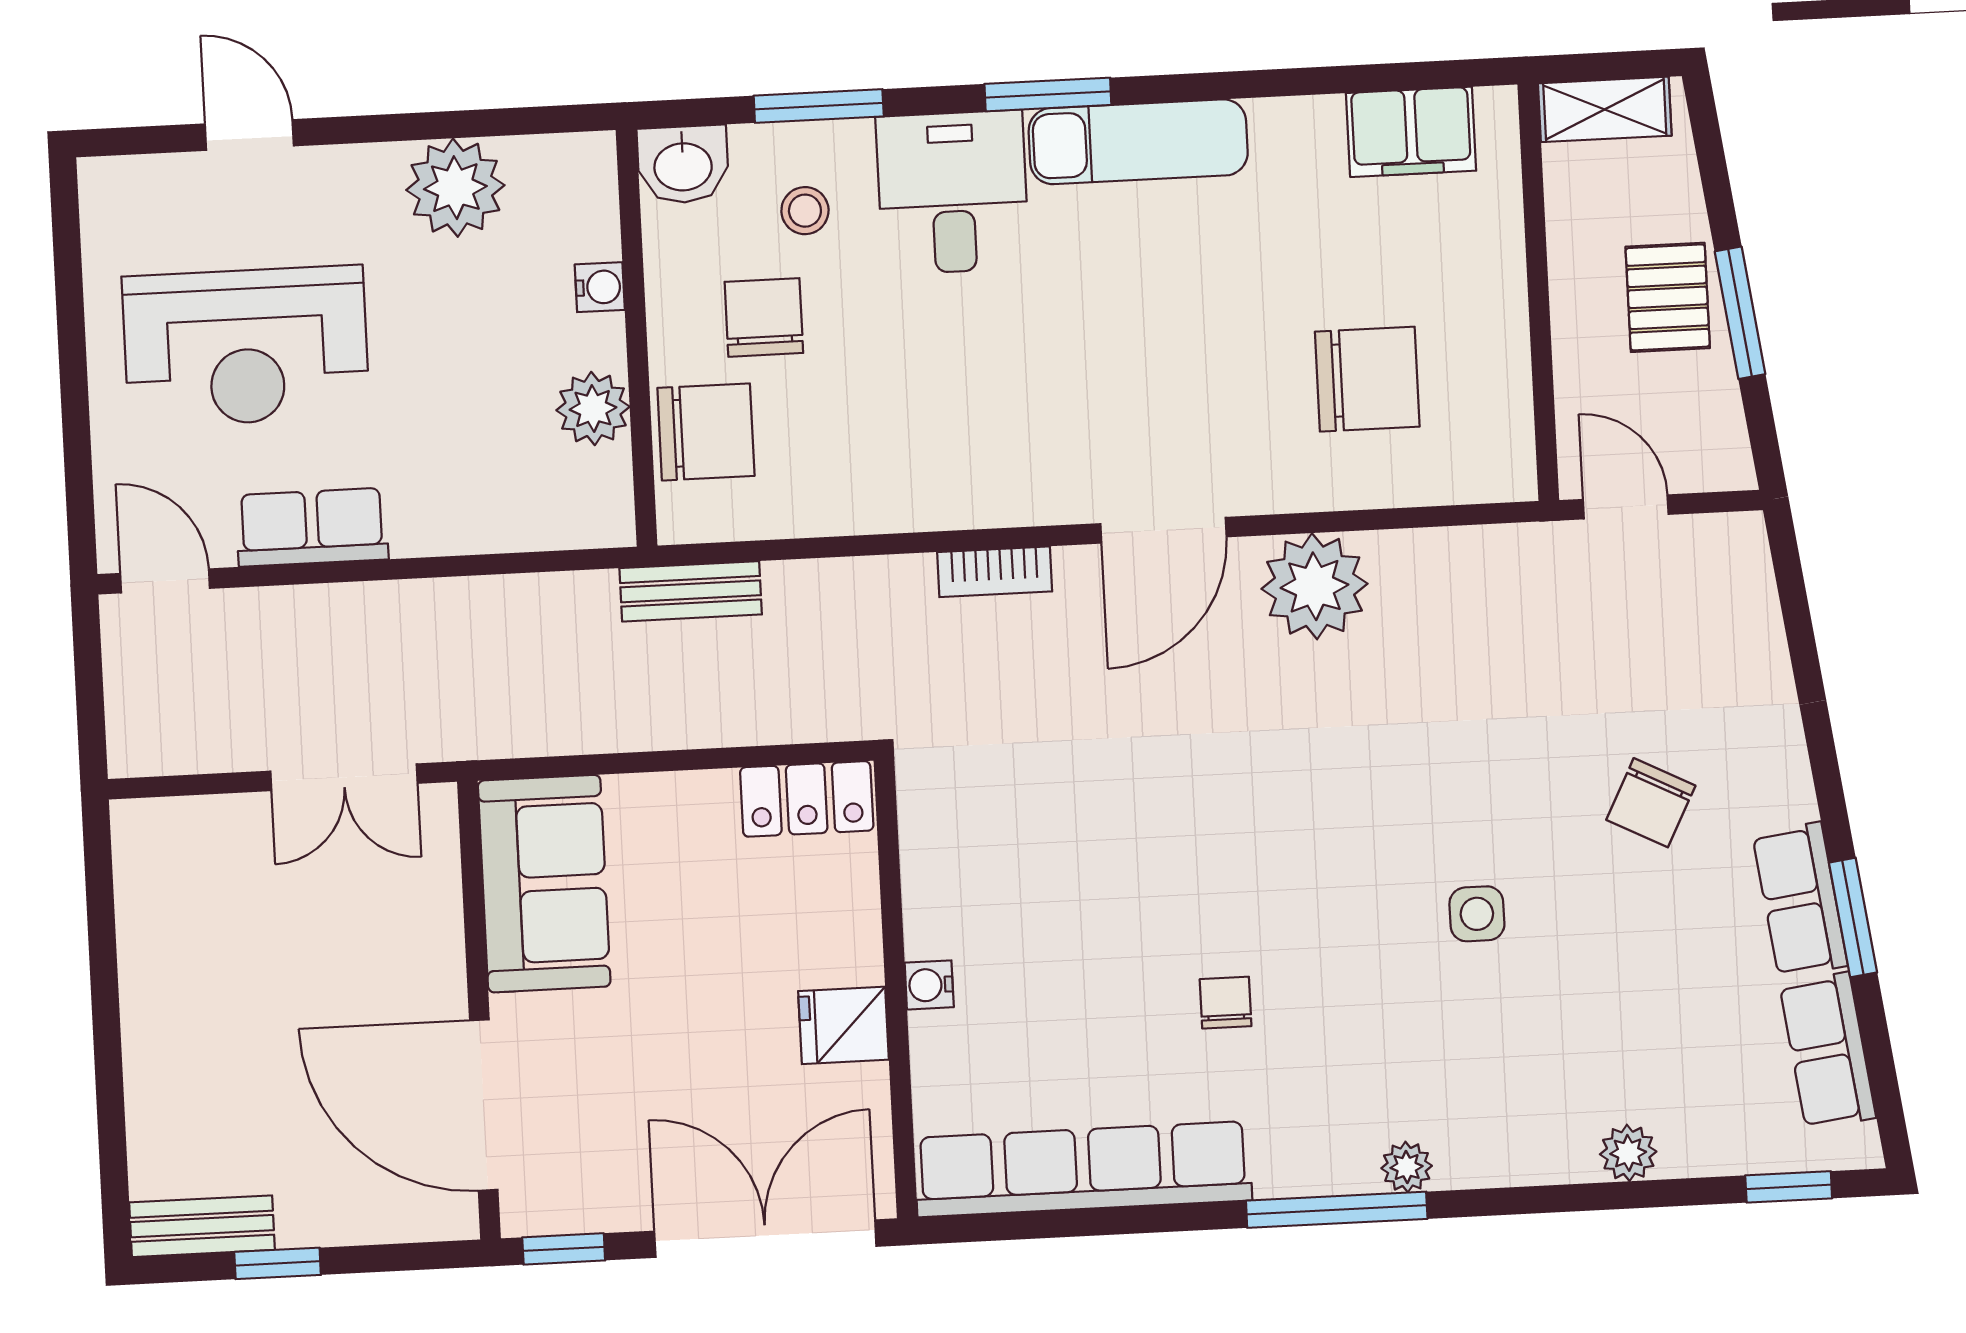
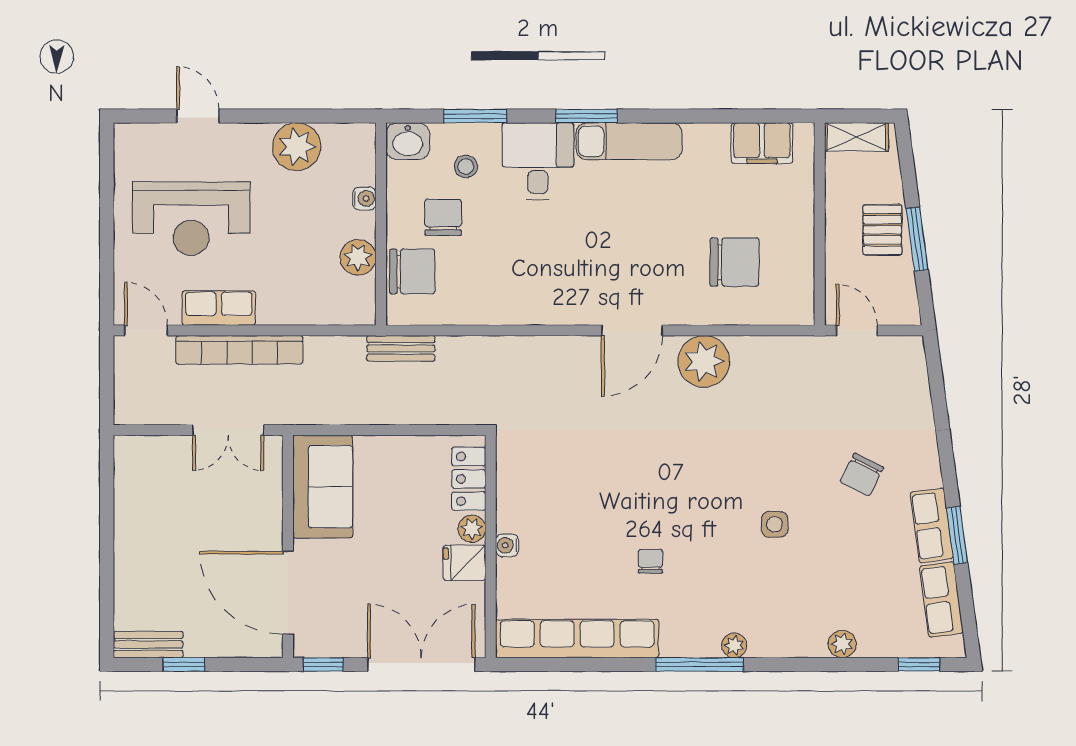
bookcase: (995, 572) -> (239, 350), moved, width x2.31, depth x1.31
locker: (807, 799) -> (469, 479), moved, turned 90
plant: (855, 954) -> (472, 529), added

